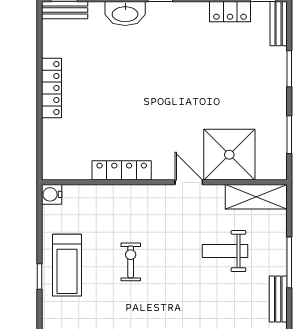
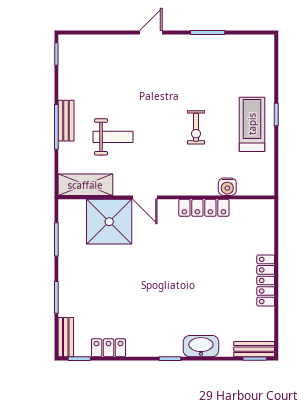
water cooler: (52, 194) -> (227, 187), moved, turned 90
bench: (278, 299) -> (66, 121), moved

